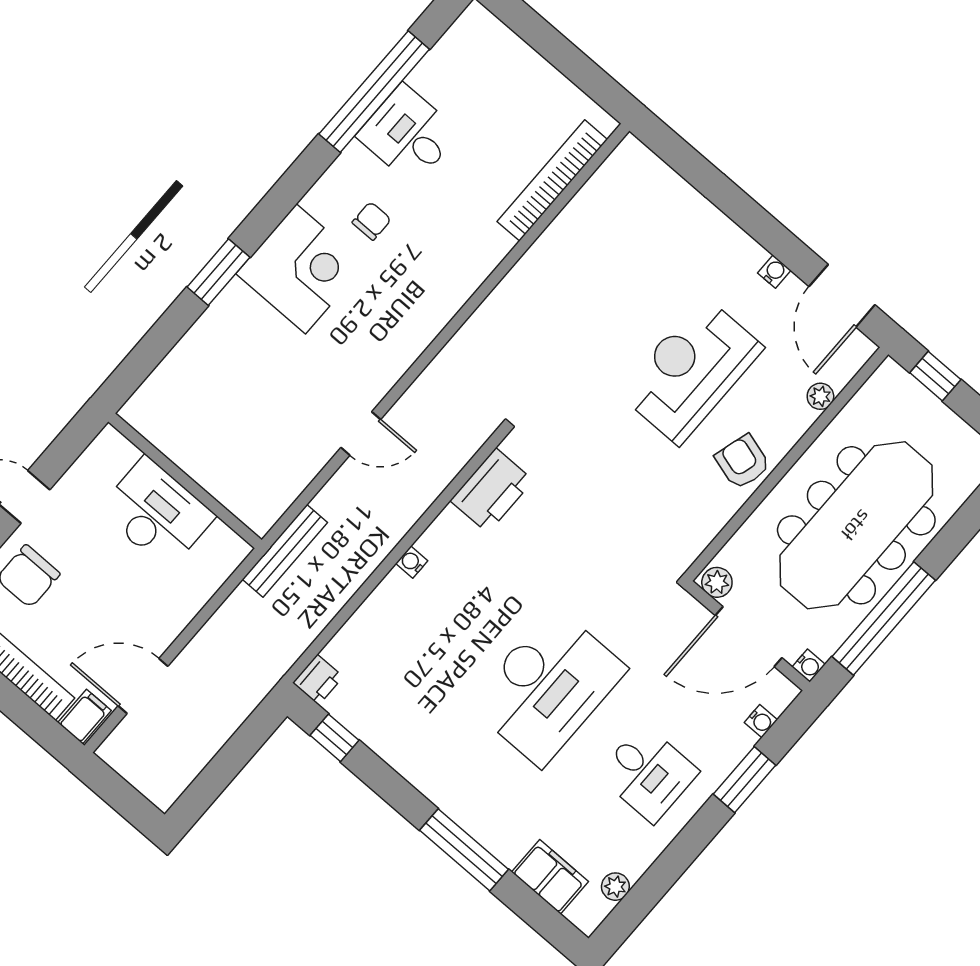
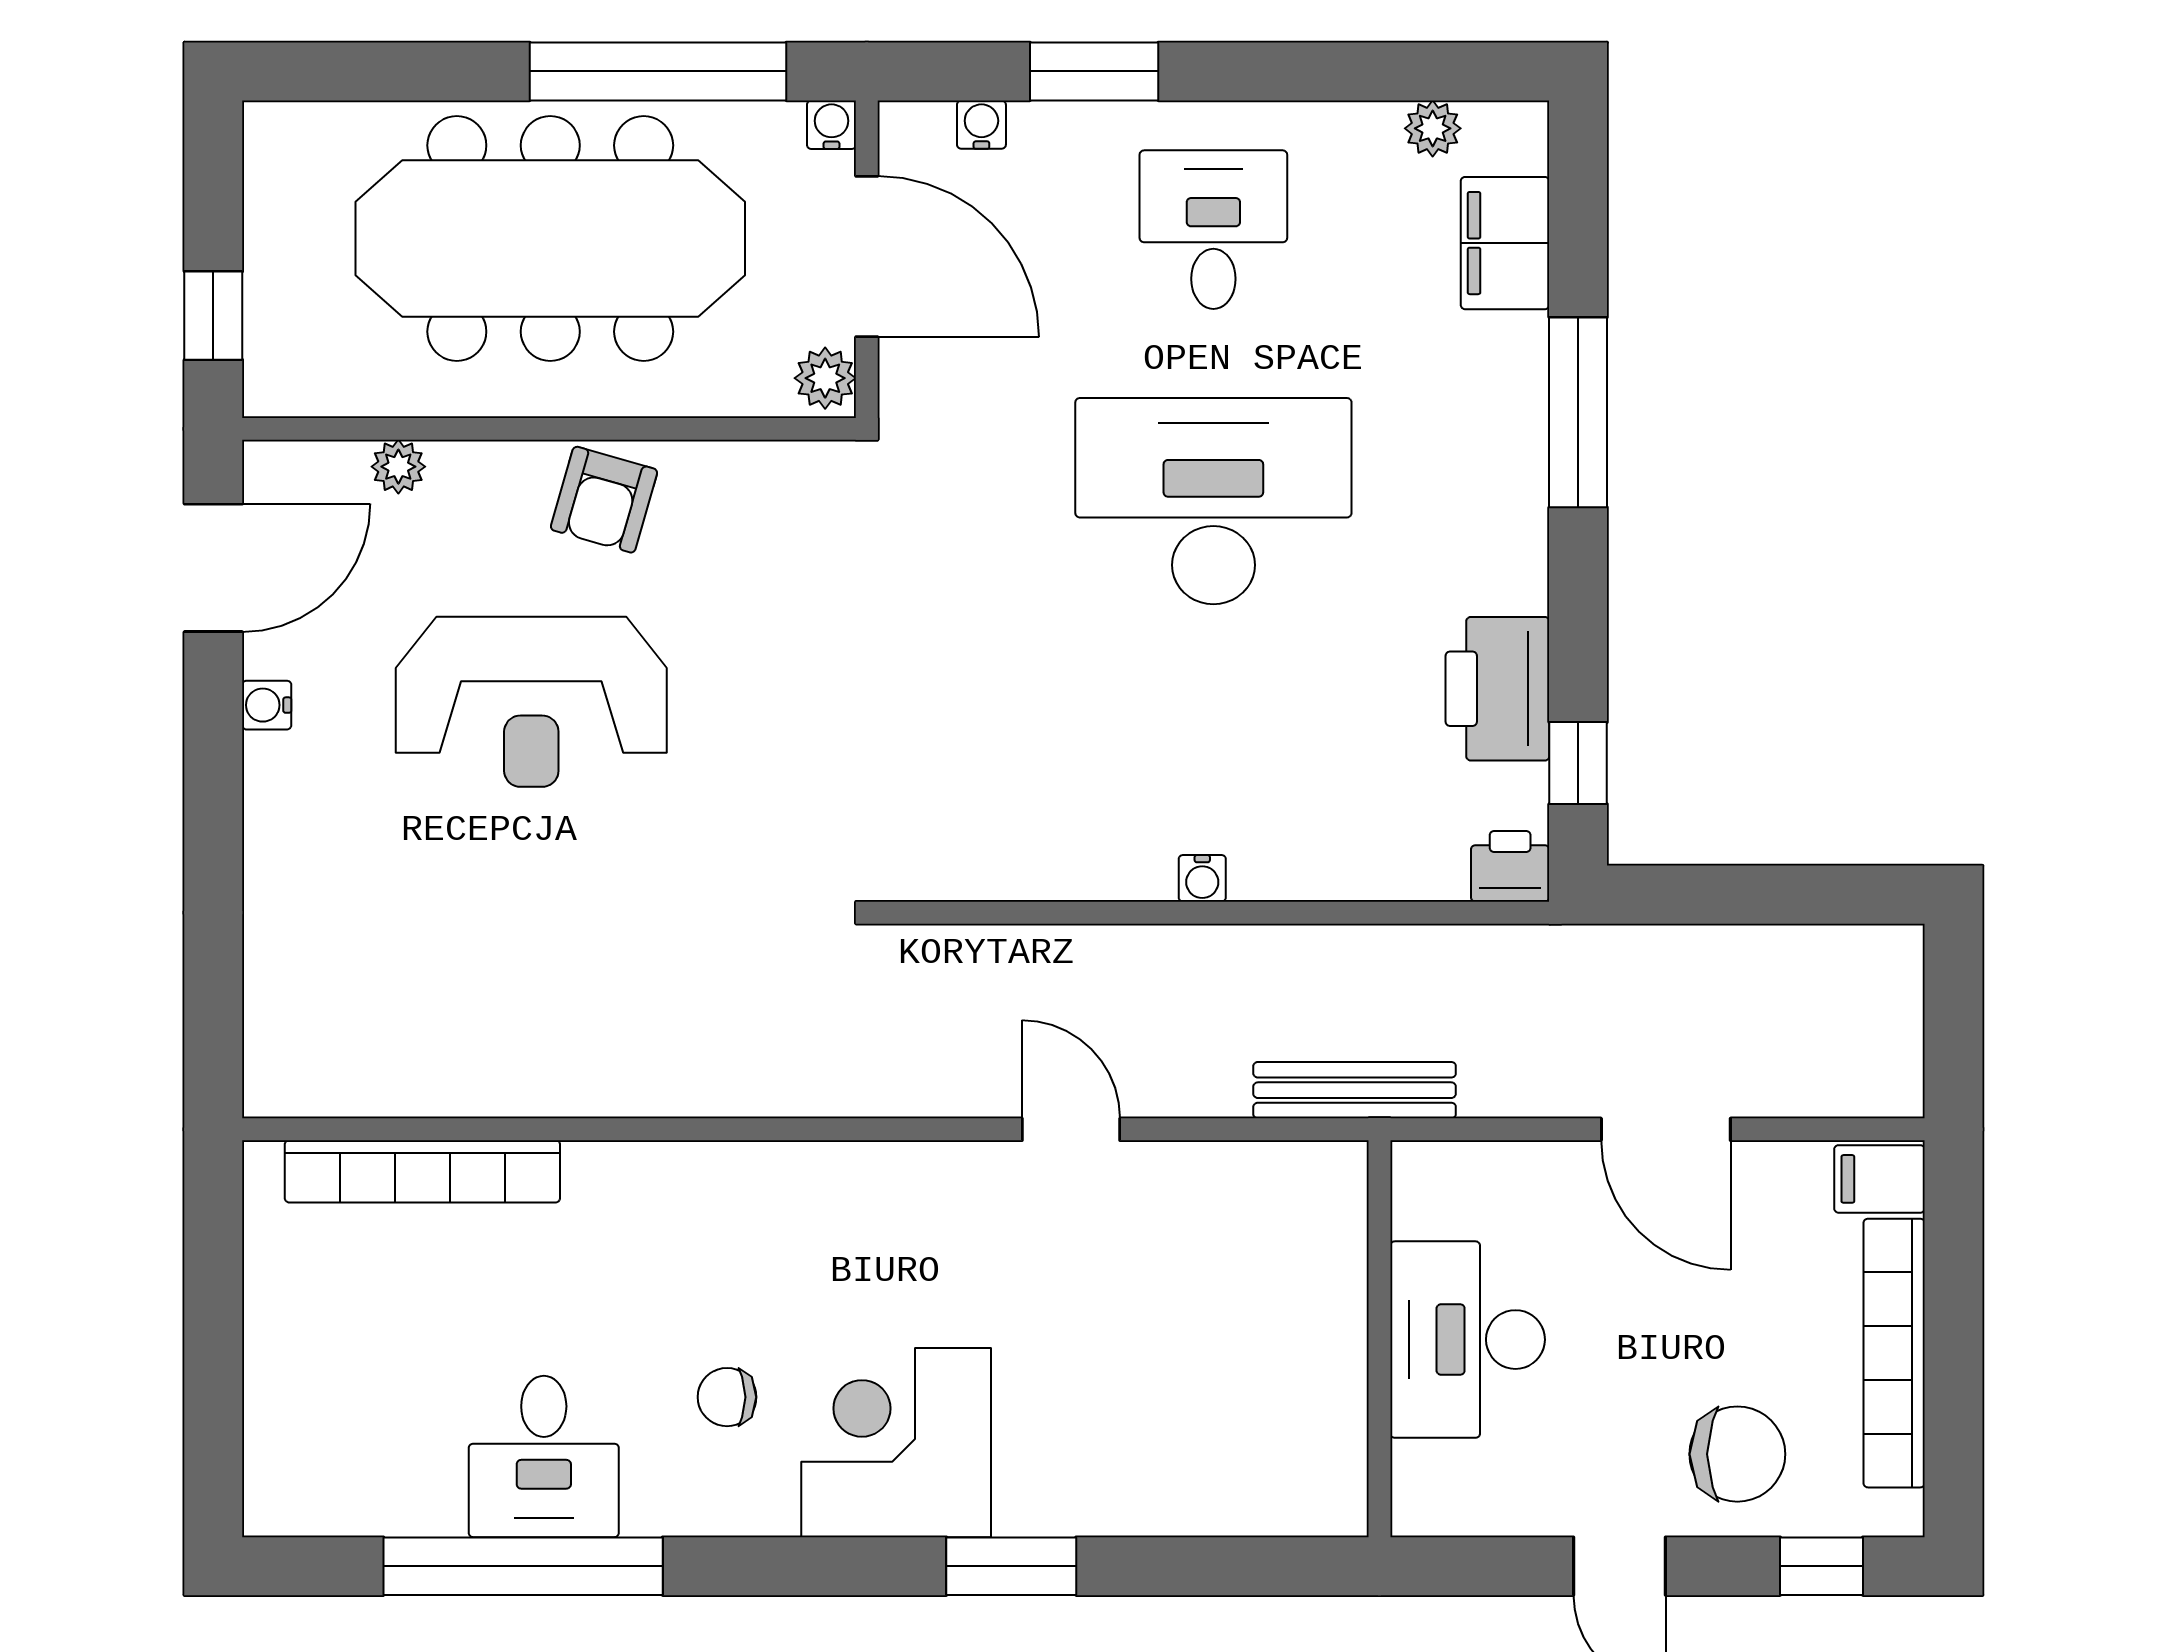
printer: (492, 490) -> (1497, 689), moved, turned -90
door: (143, 686) -> (1666, 1129), moved

